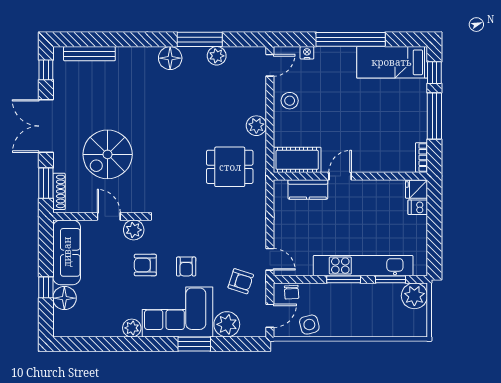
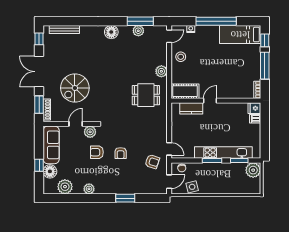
window: (200, 39) -> (140, 21), moved
door: (109, 216) -> (76, 124), hinge flipped
corner sofa: (177, 312) -> (116, 179), removed
plant: (227, 324) -> (65, 187), moved

